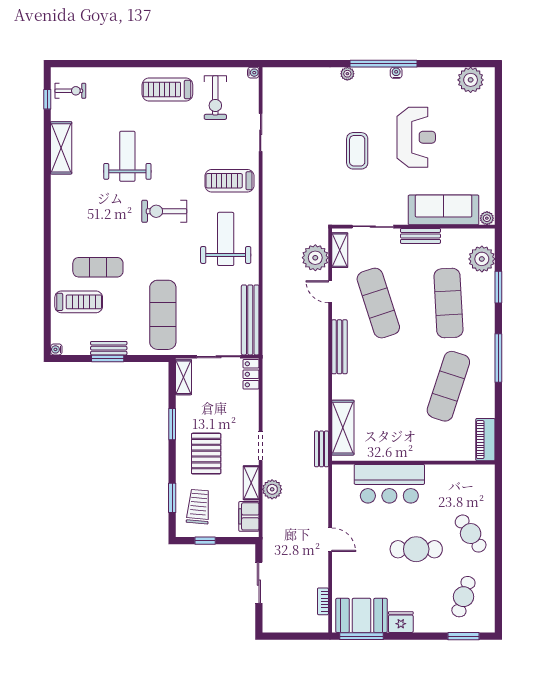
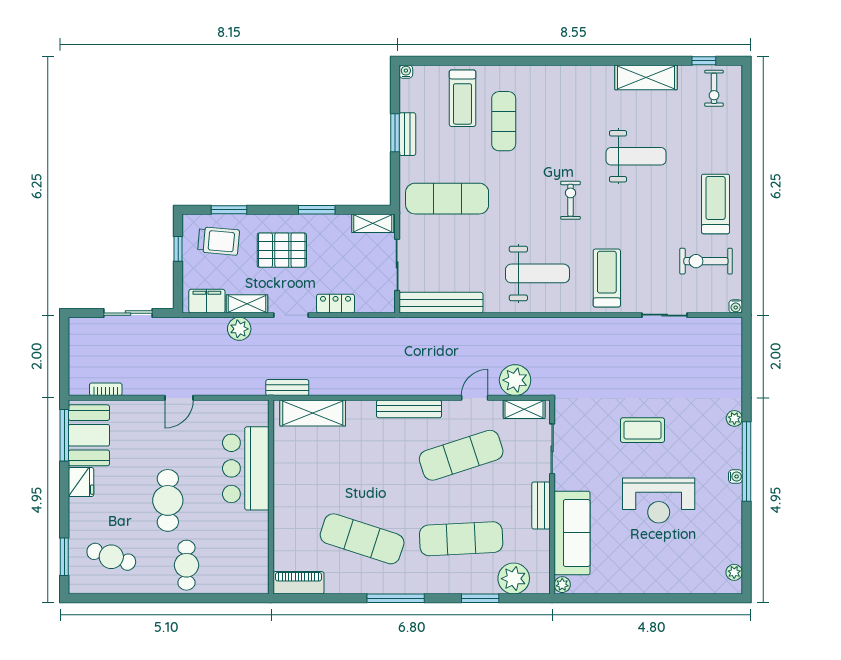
plant: (471, 80) -> (734, 572), width x0.53, depth x0.53
exercise bike: (164, 211) -> (570, 200), width x0.73, depth x0.72
locker: (251, 374) -> (336, 304), moved
cafe table: (471, 534) -> (186, 565), turned -55

